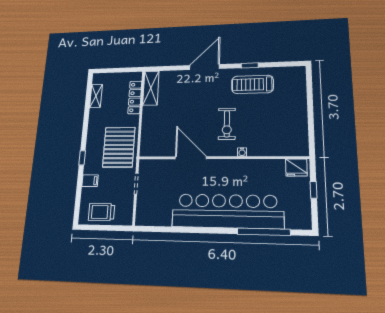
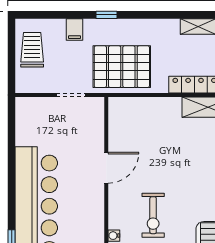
exercise bike: (227, 124) -> (153, 215), turned -90
door: (191, 158) -> (106, 168), width x0.73

